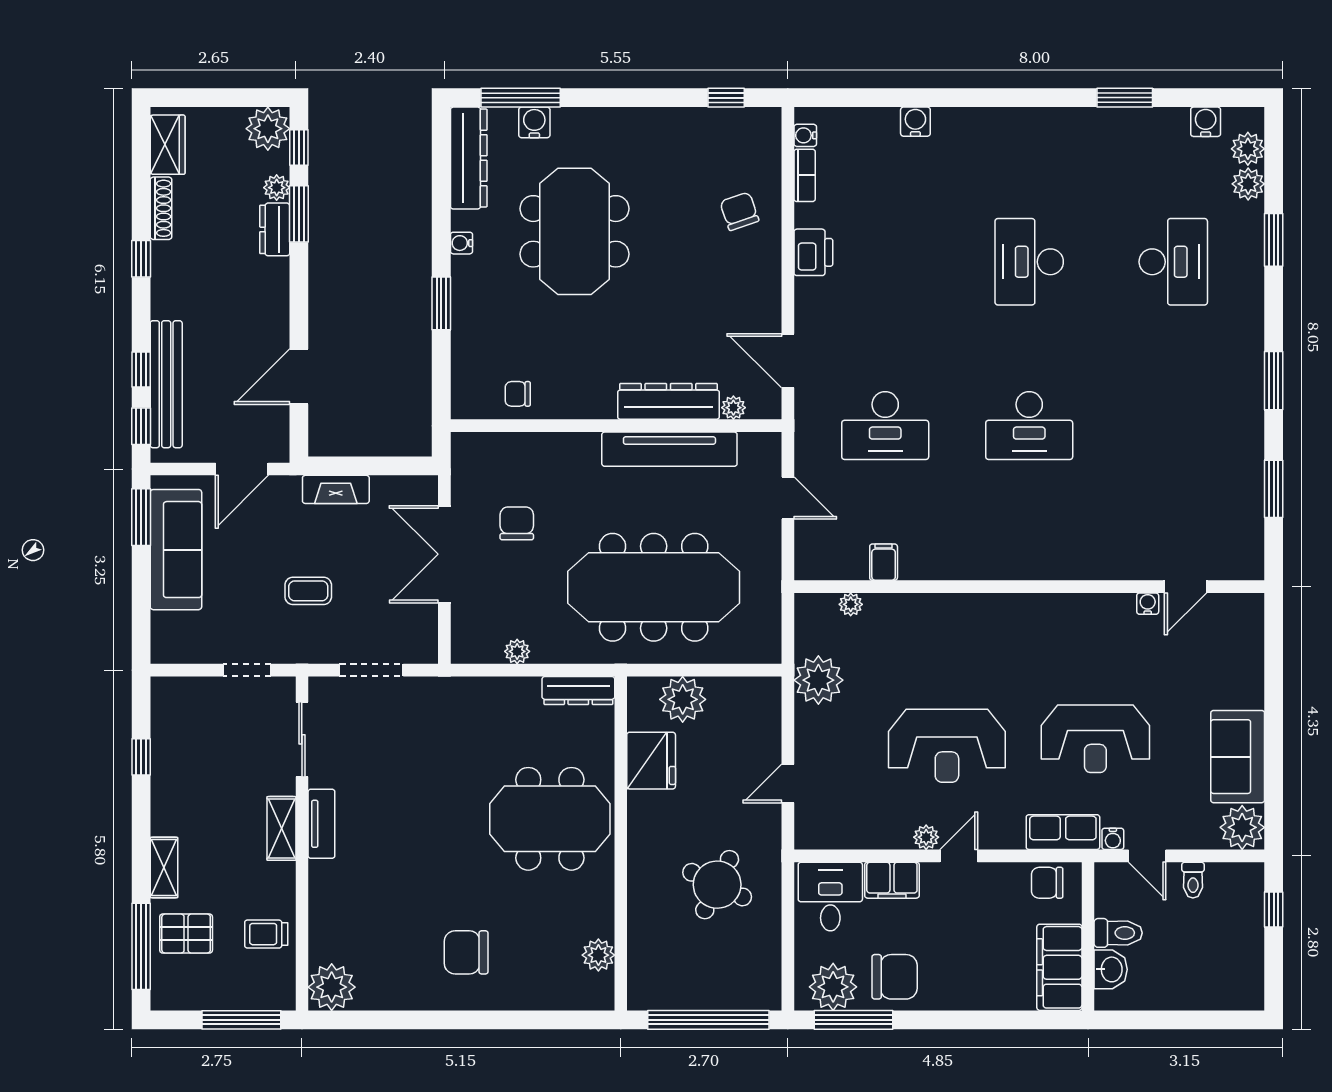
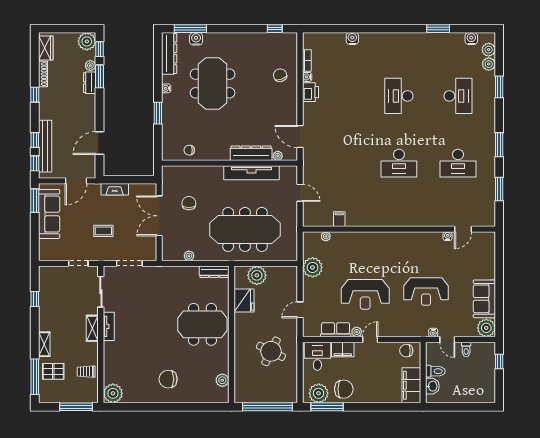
water cooler: (805, 135) -> (307, 77), moved
desk: (885, 426) -> (458, 163), moved
row of seats: (1063, 832) -> (336, 330), moved

